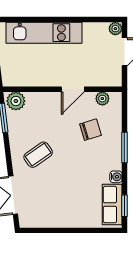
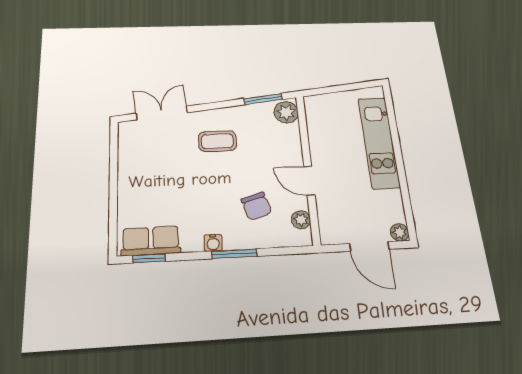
coffee table: (38, 155) -> (217, 141), turned -55
water cooler: (116, 177) -> (213, 243), moved

